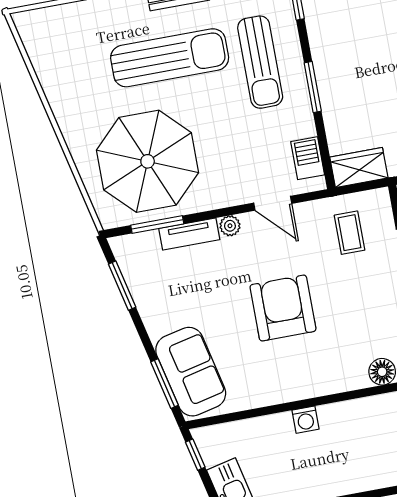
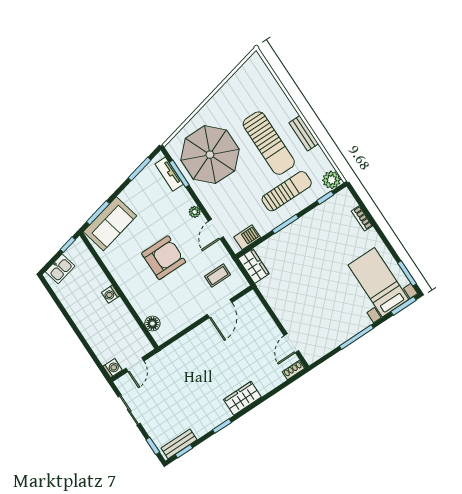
sun lounger: (260, 62) -> (287, 191), turned 180
tv unit: (189, 234) -> (169, 174), moved

